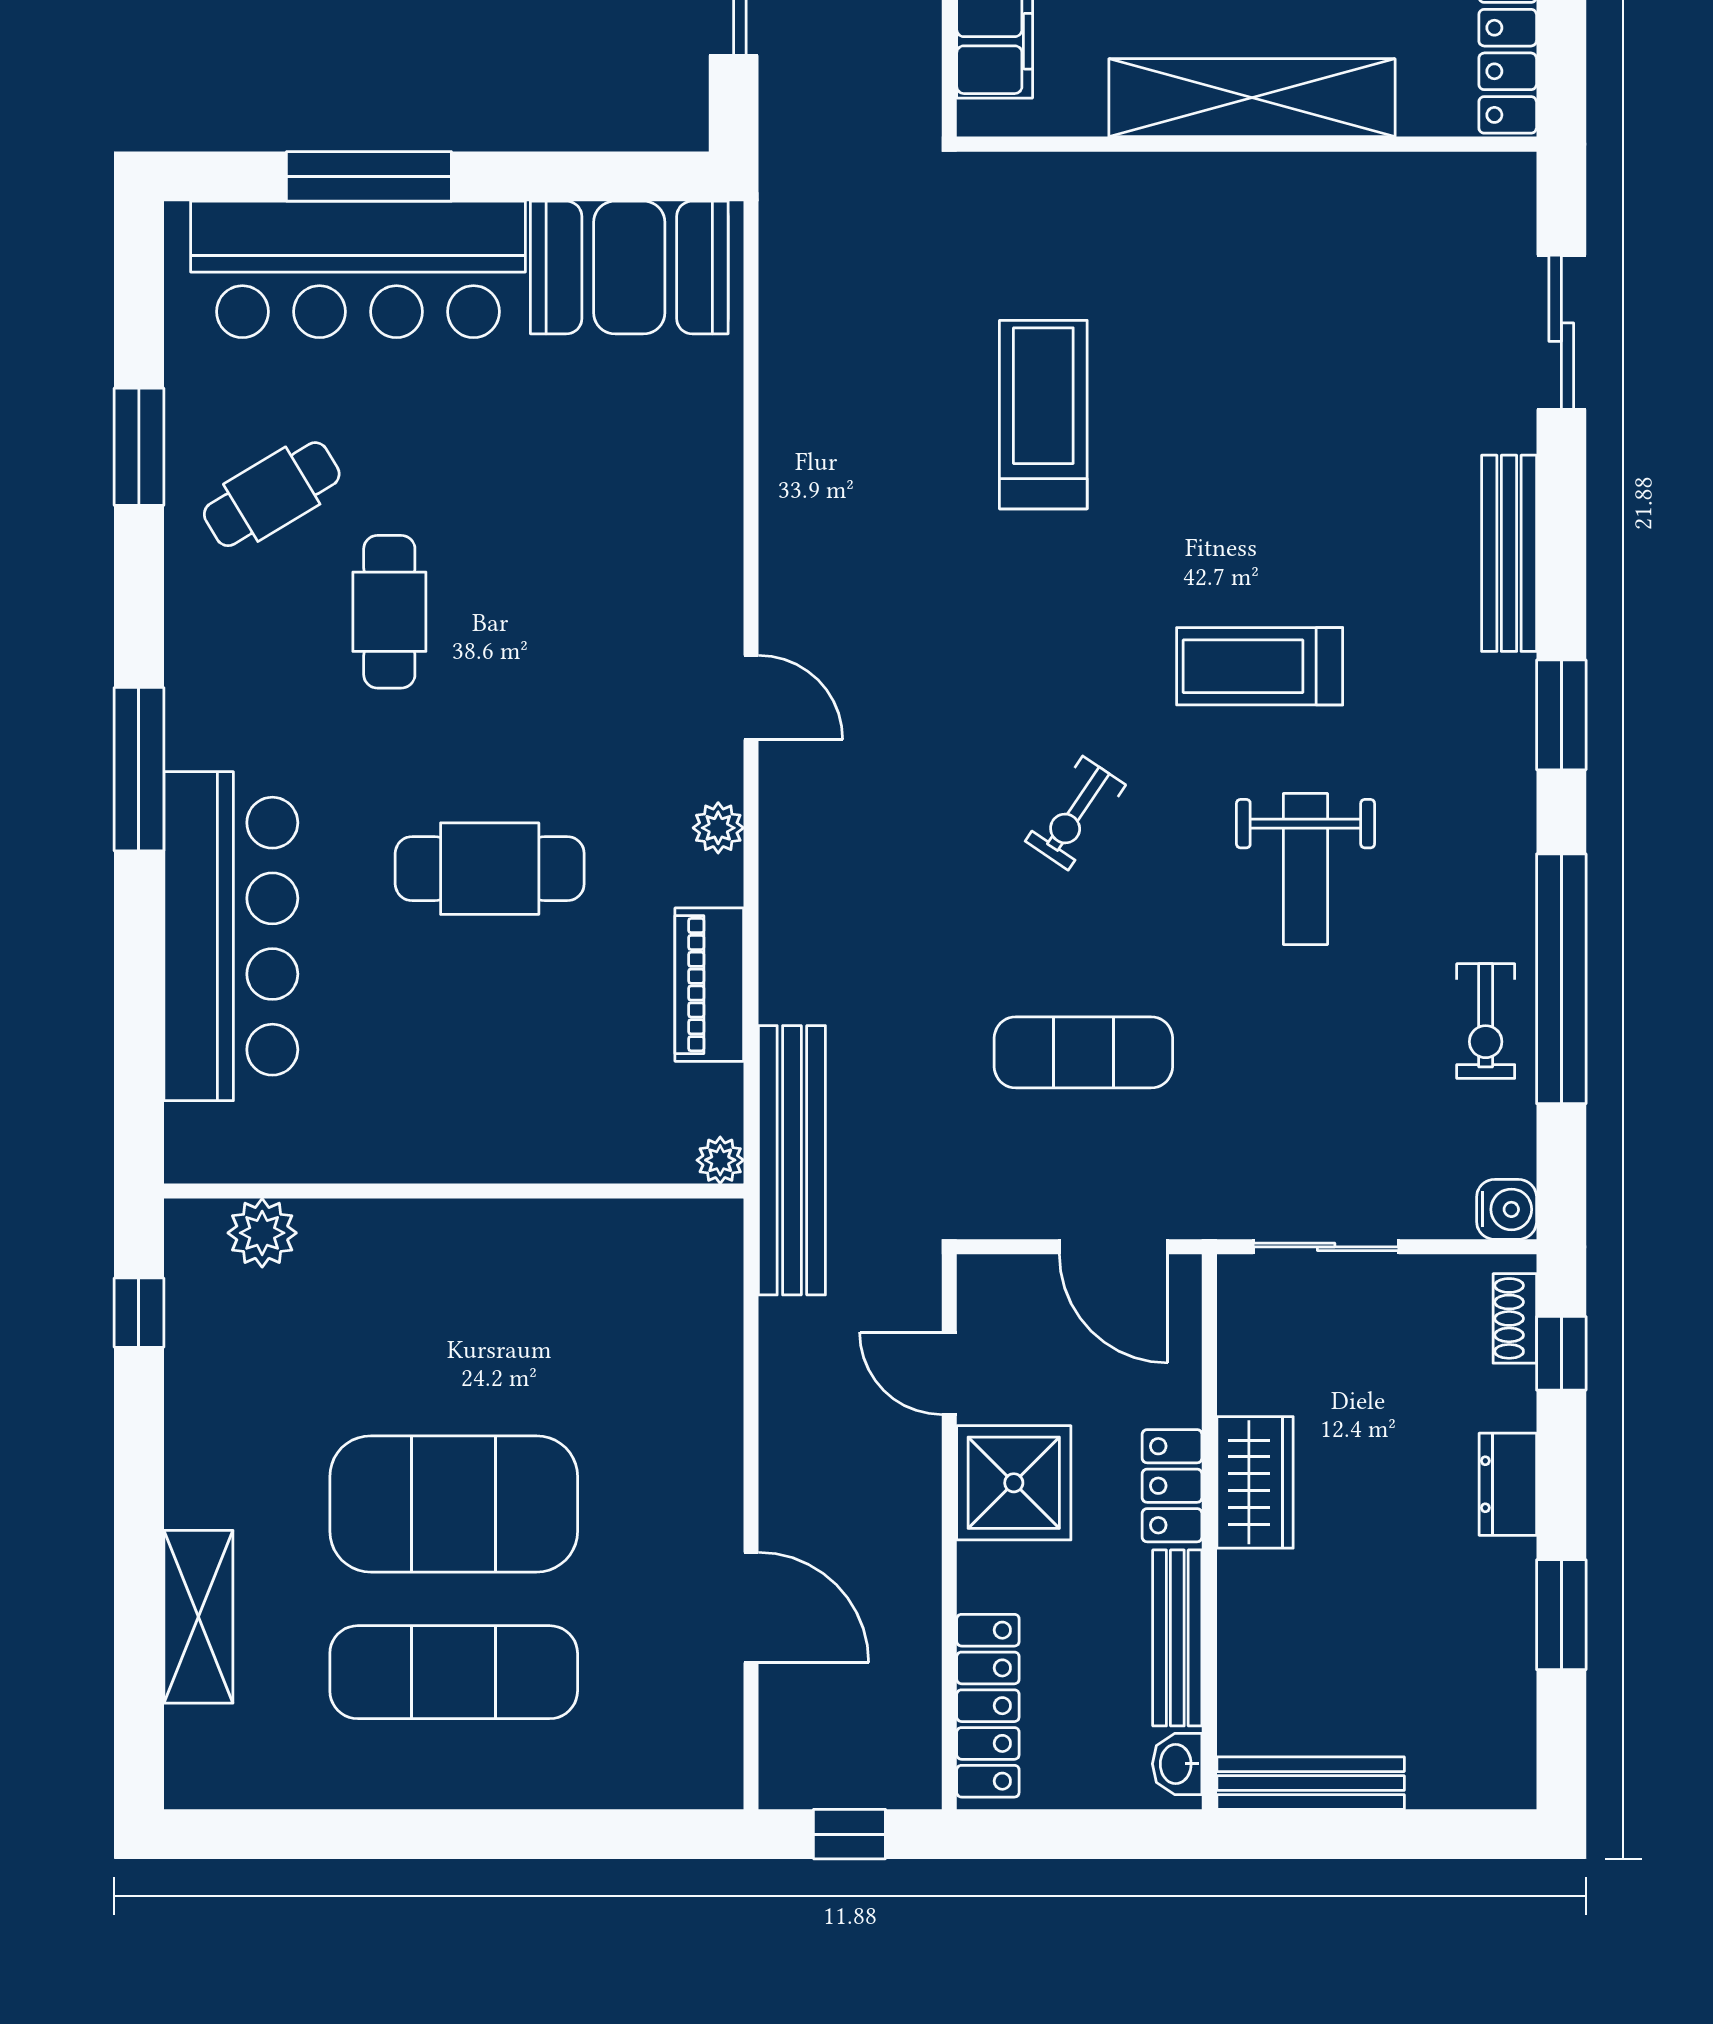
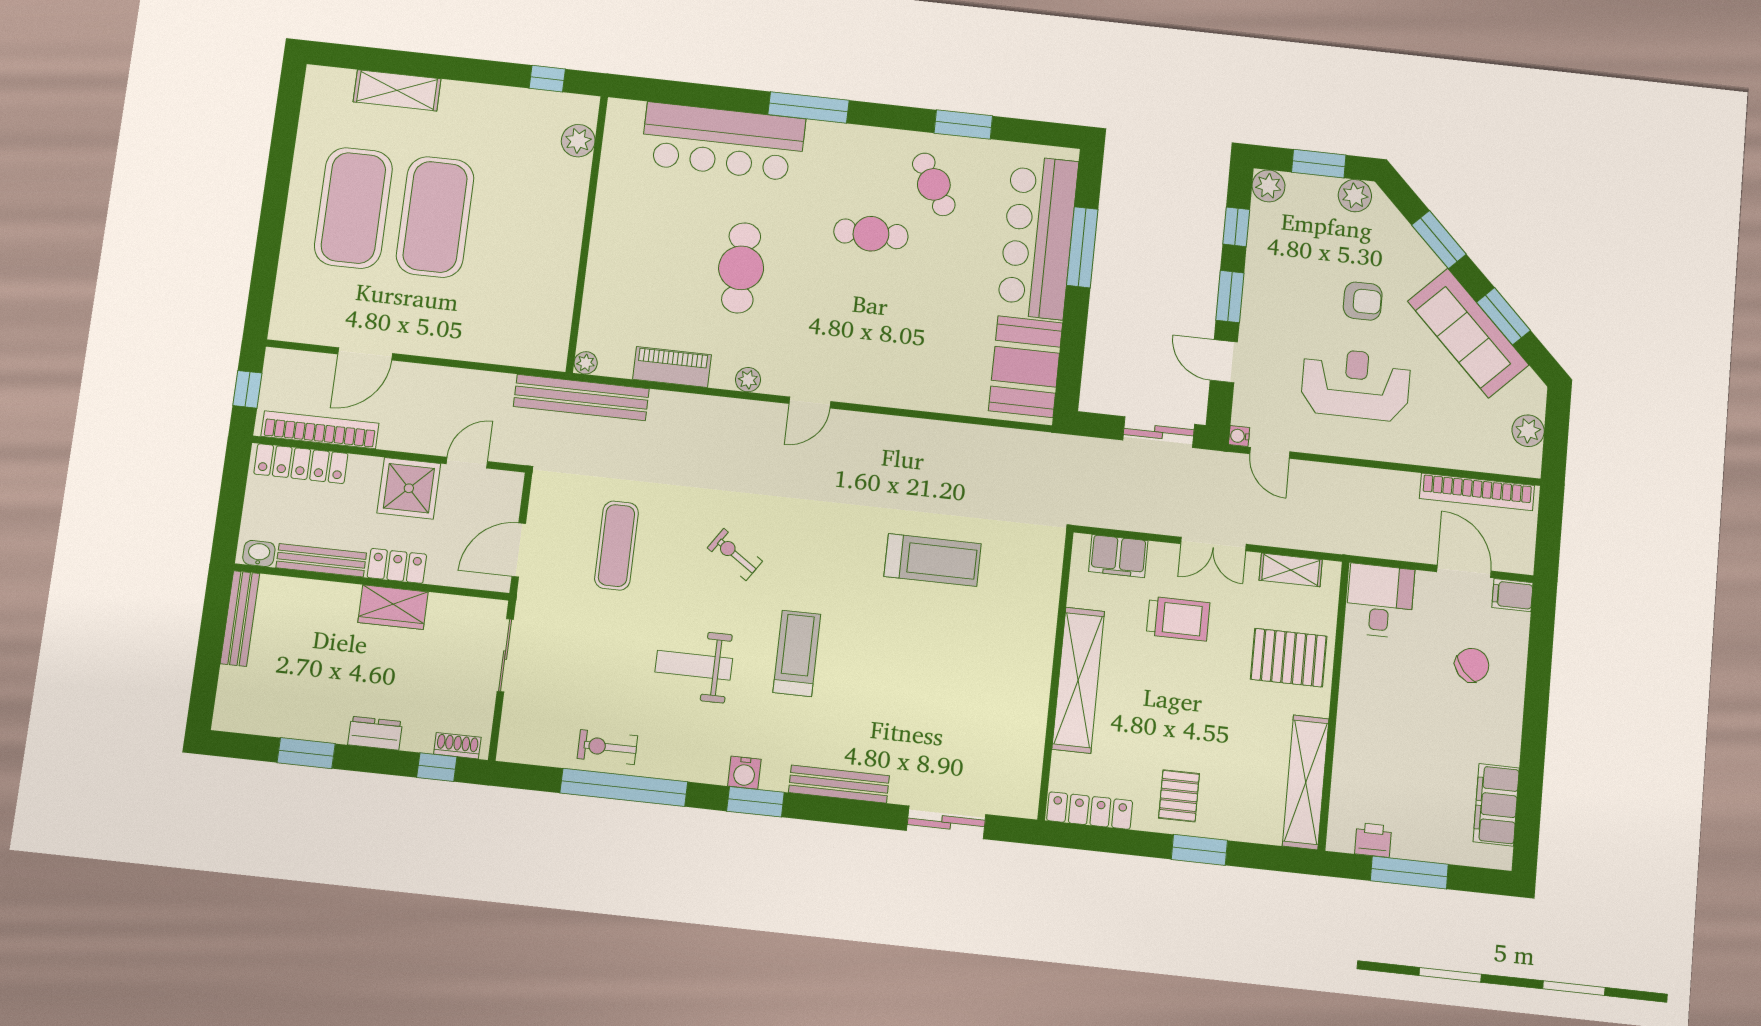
water cooler: (1507, 1209) -> (744, 773), moved
exercise mat: (454, 1672) -> (353, 208), width x1.47
bookcase: (915, 1677) -> (320, 430), added

